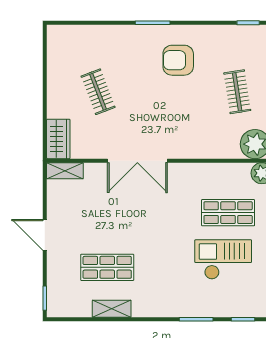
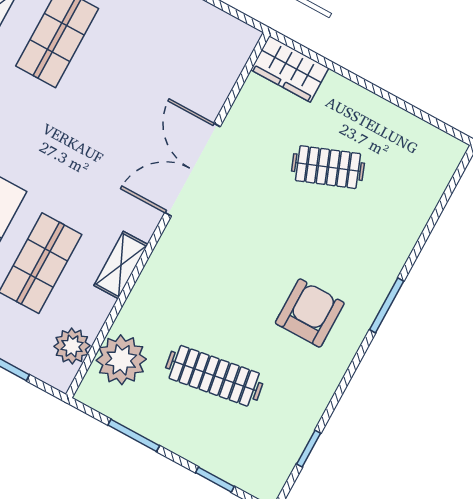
clothes rail: (237, 92) -> (214, 376), width x1.36
shelving: (65, 171) -> (121, 265), moved

